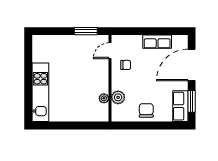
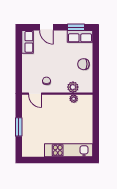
window: (86, 31) -> (19, 127), moved
row of seats: (157, 42) -> (28, 42), moved
door: (192, 65) -> (46, 27), width x0.53

